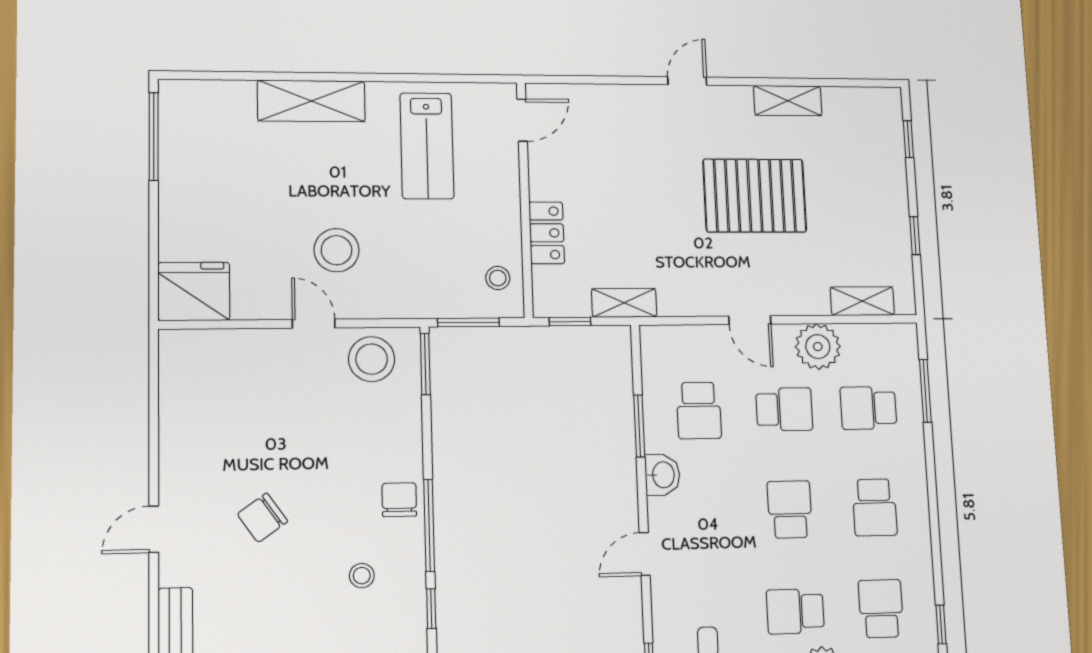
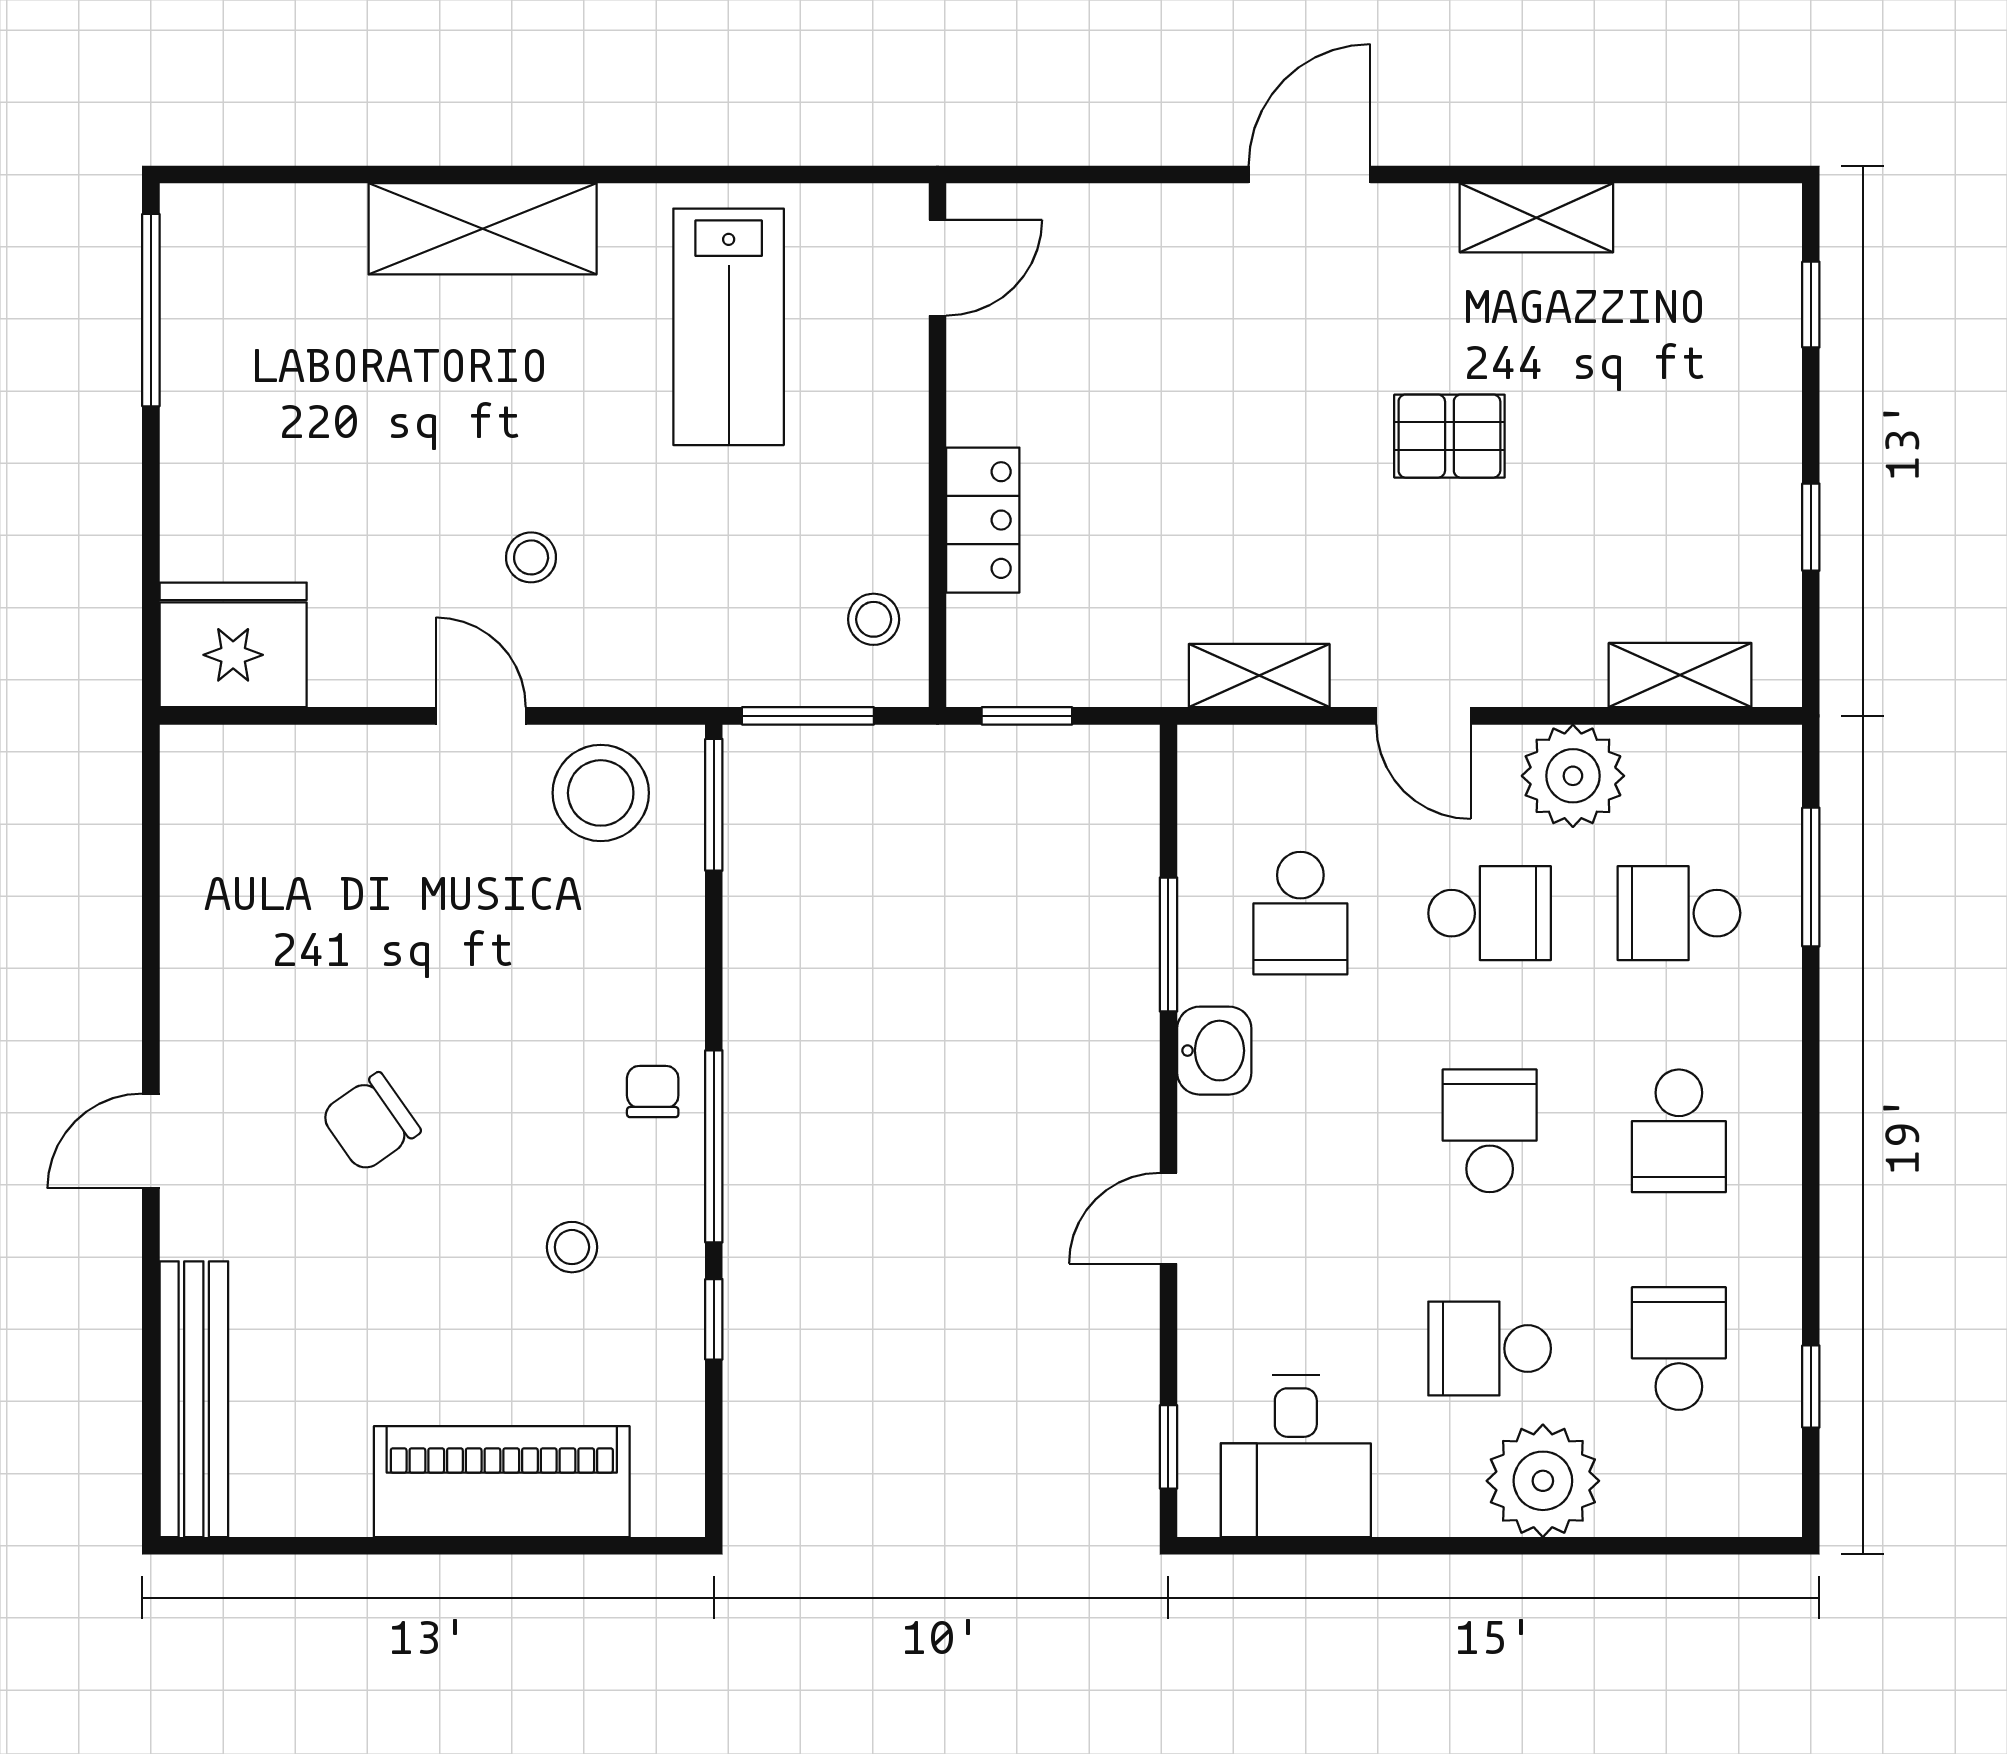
door: (687, 81) -> (1309, 175), width x1.38
pallet: (755, 196) -> (1449, 436), width x0.49, depth x0.50
stool: (336, 250) -> (531, 557), width x0.53, depth x0.53
shelving: (624, 303) -> (1259, 676), moved
chair: (399, 500) -> (653, 1092), width x0.73, depth x0.73

